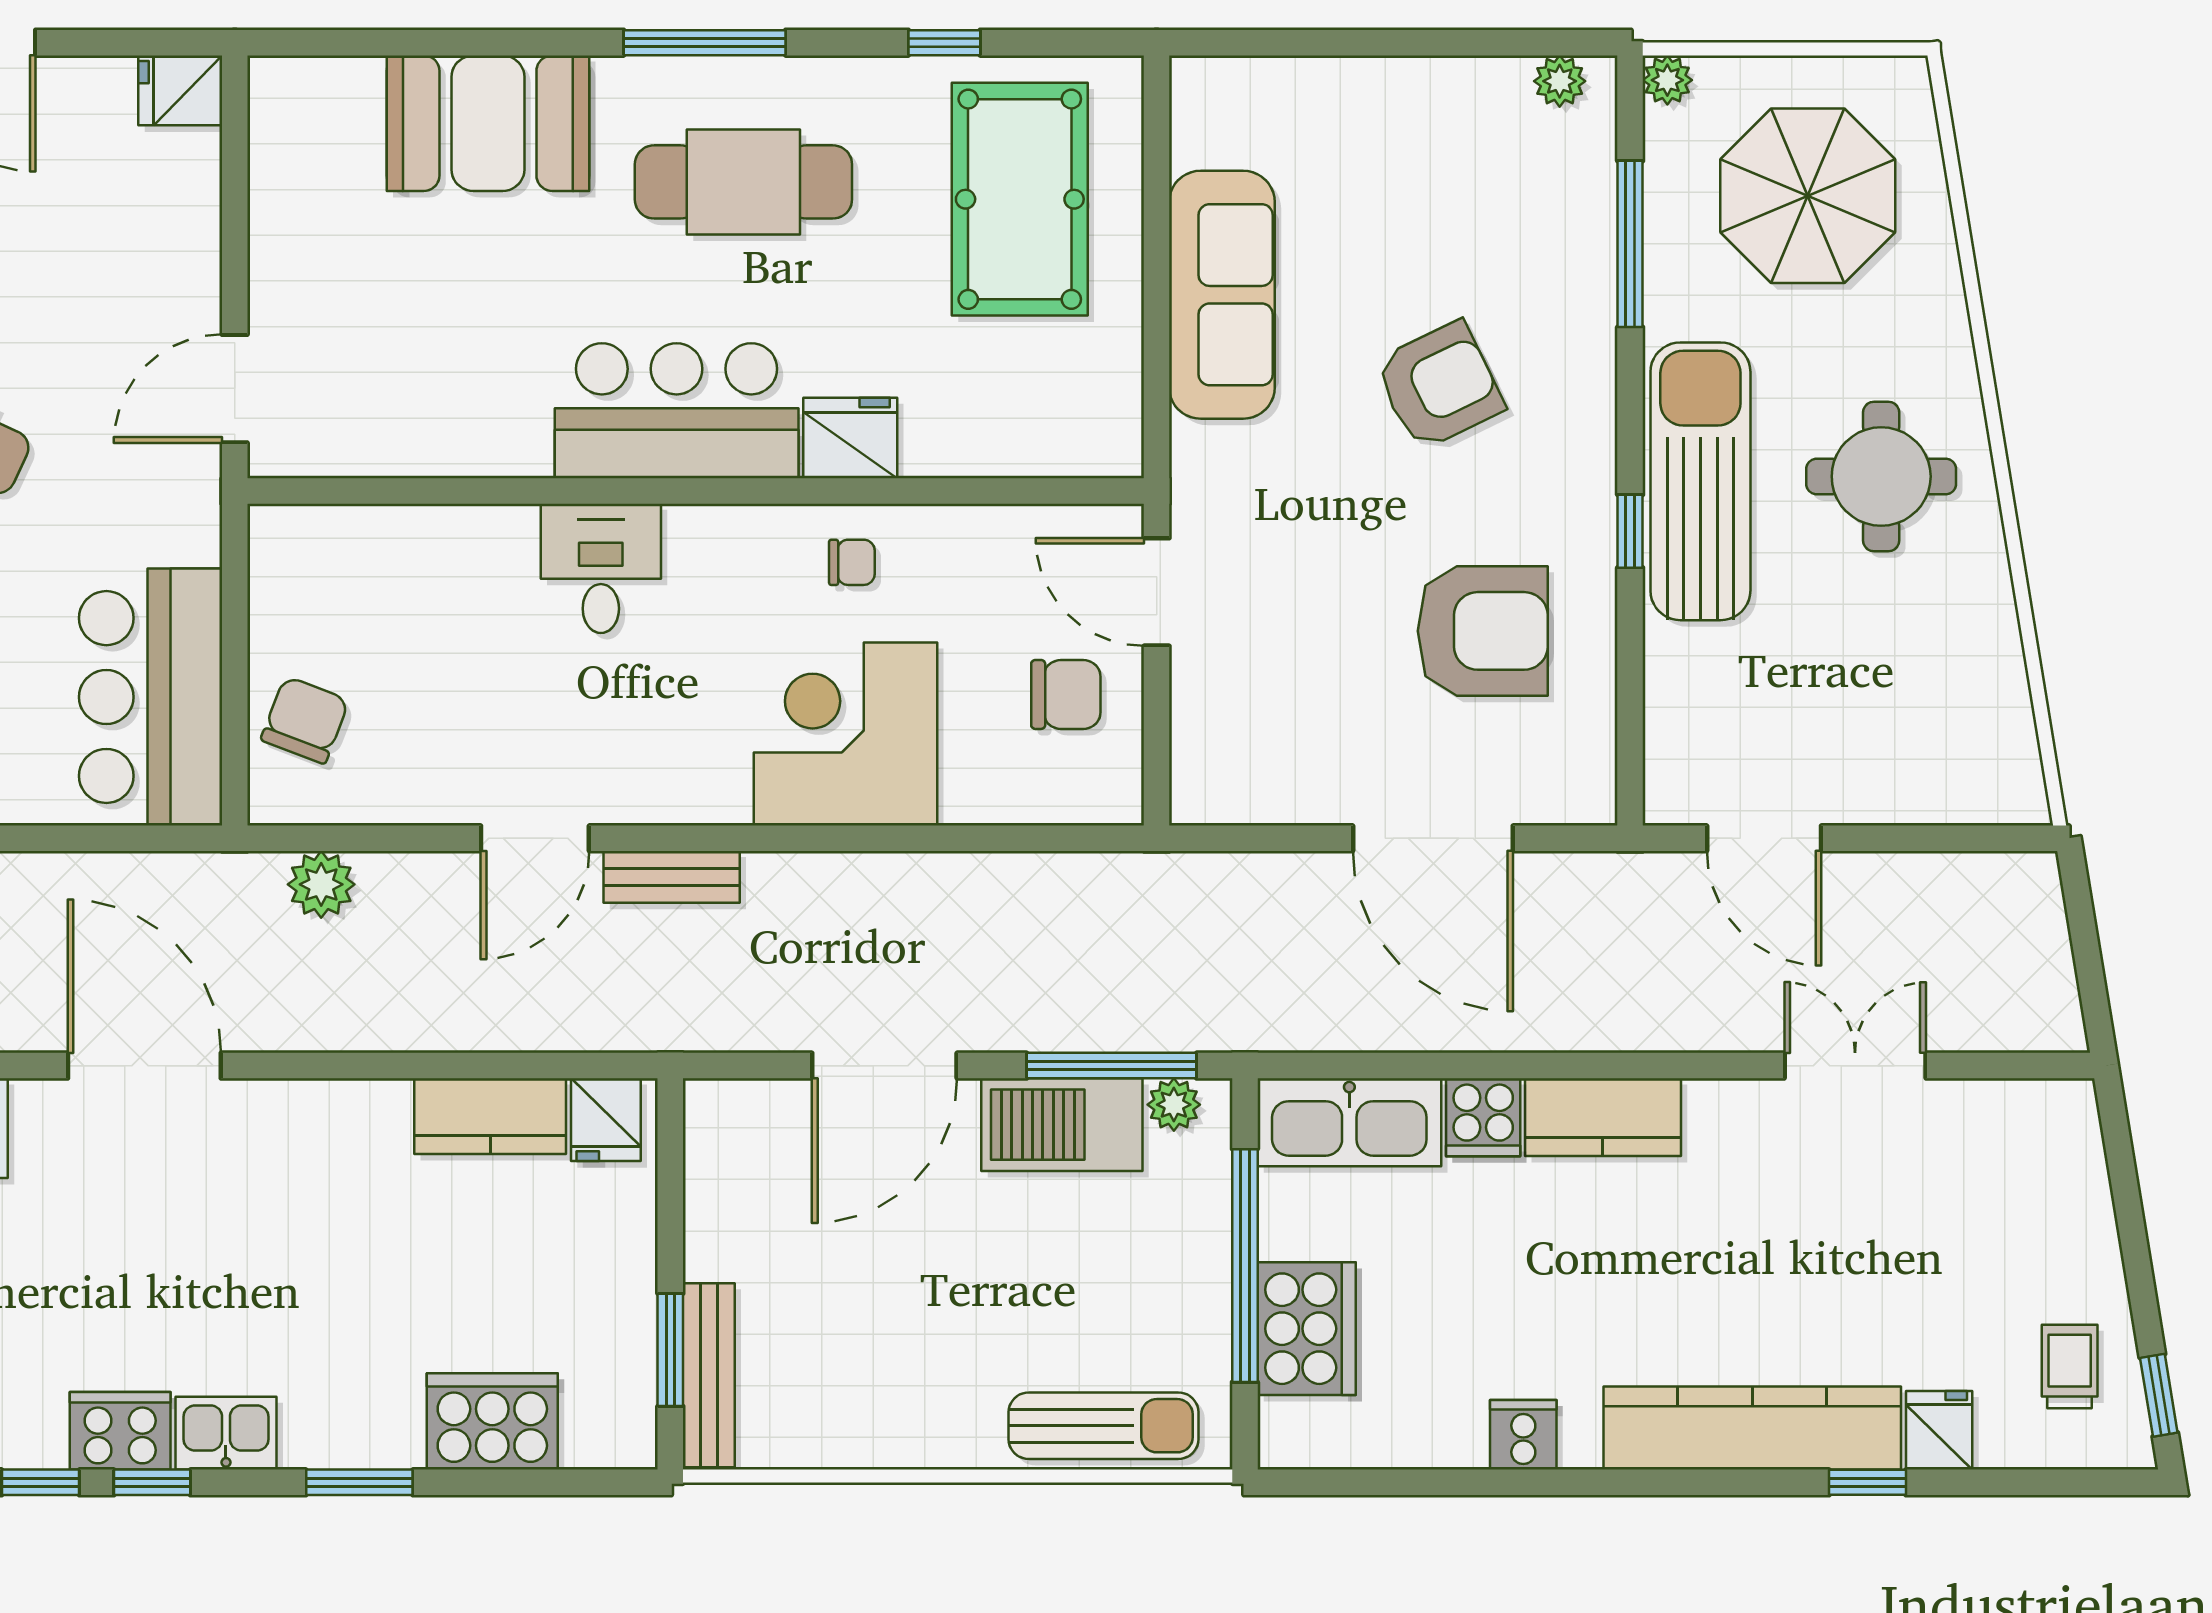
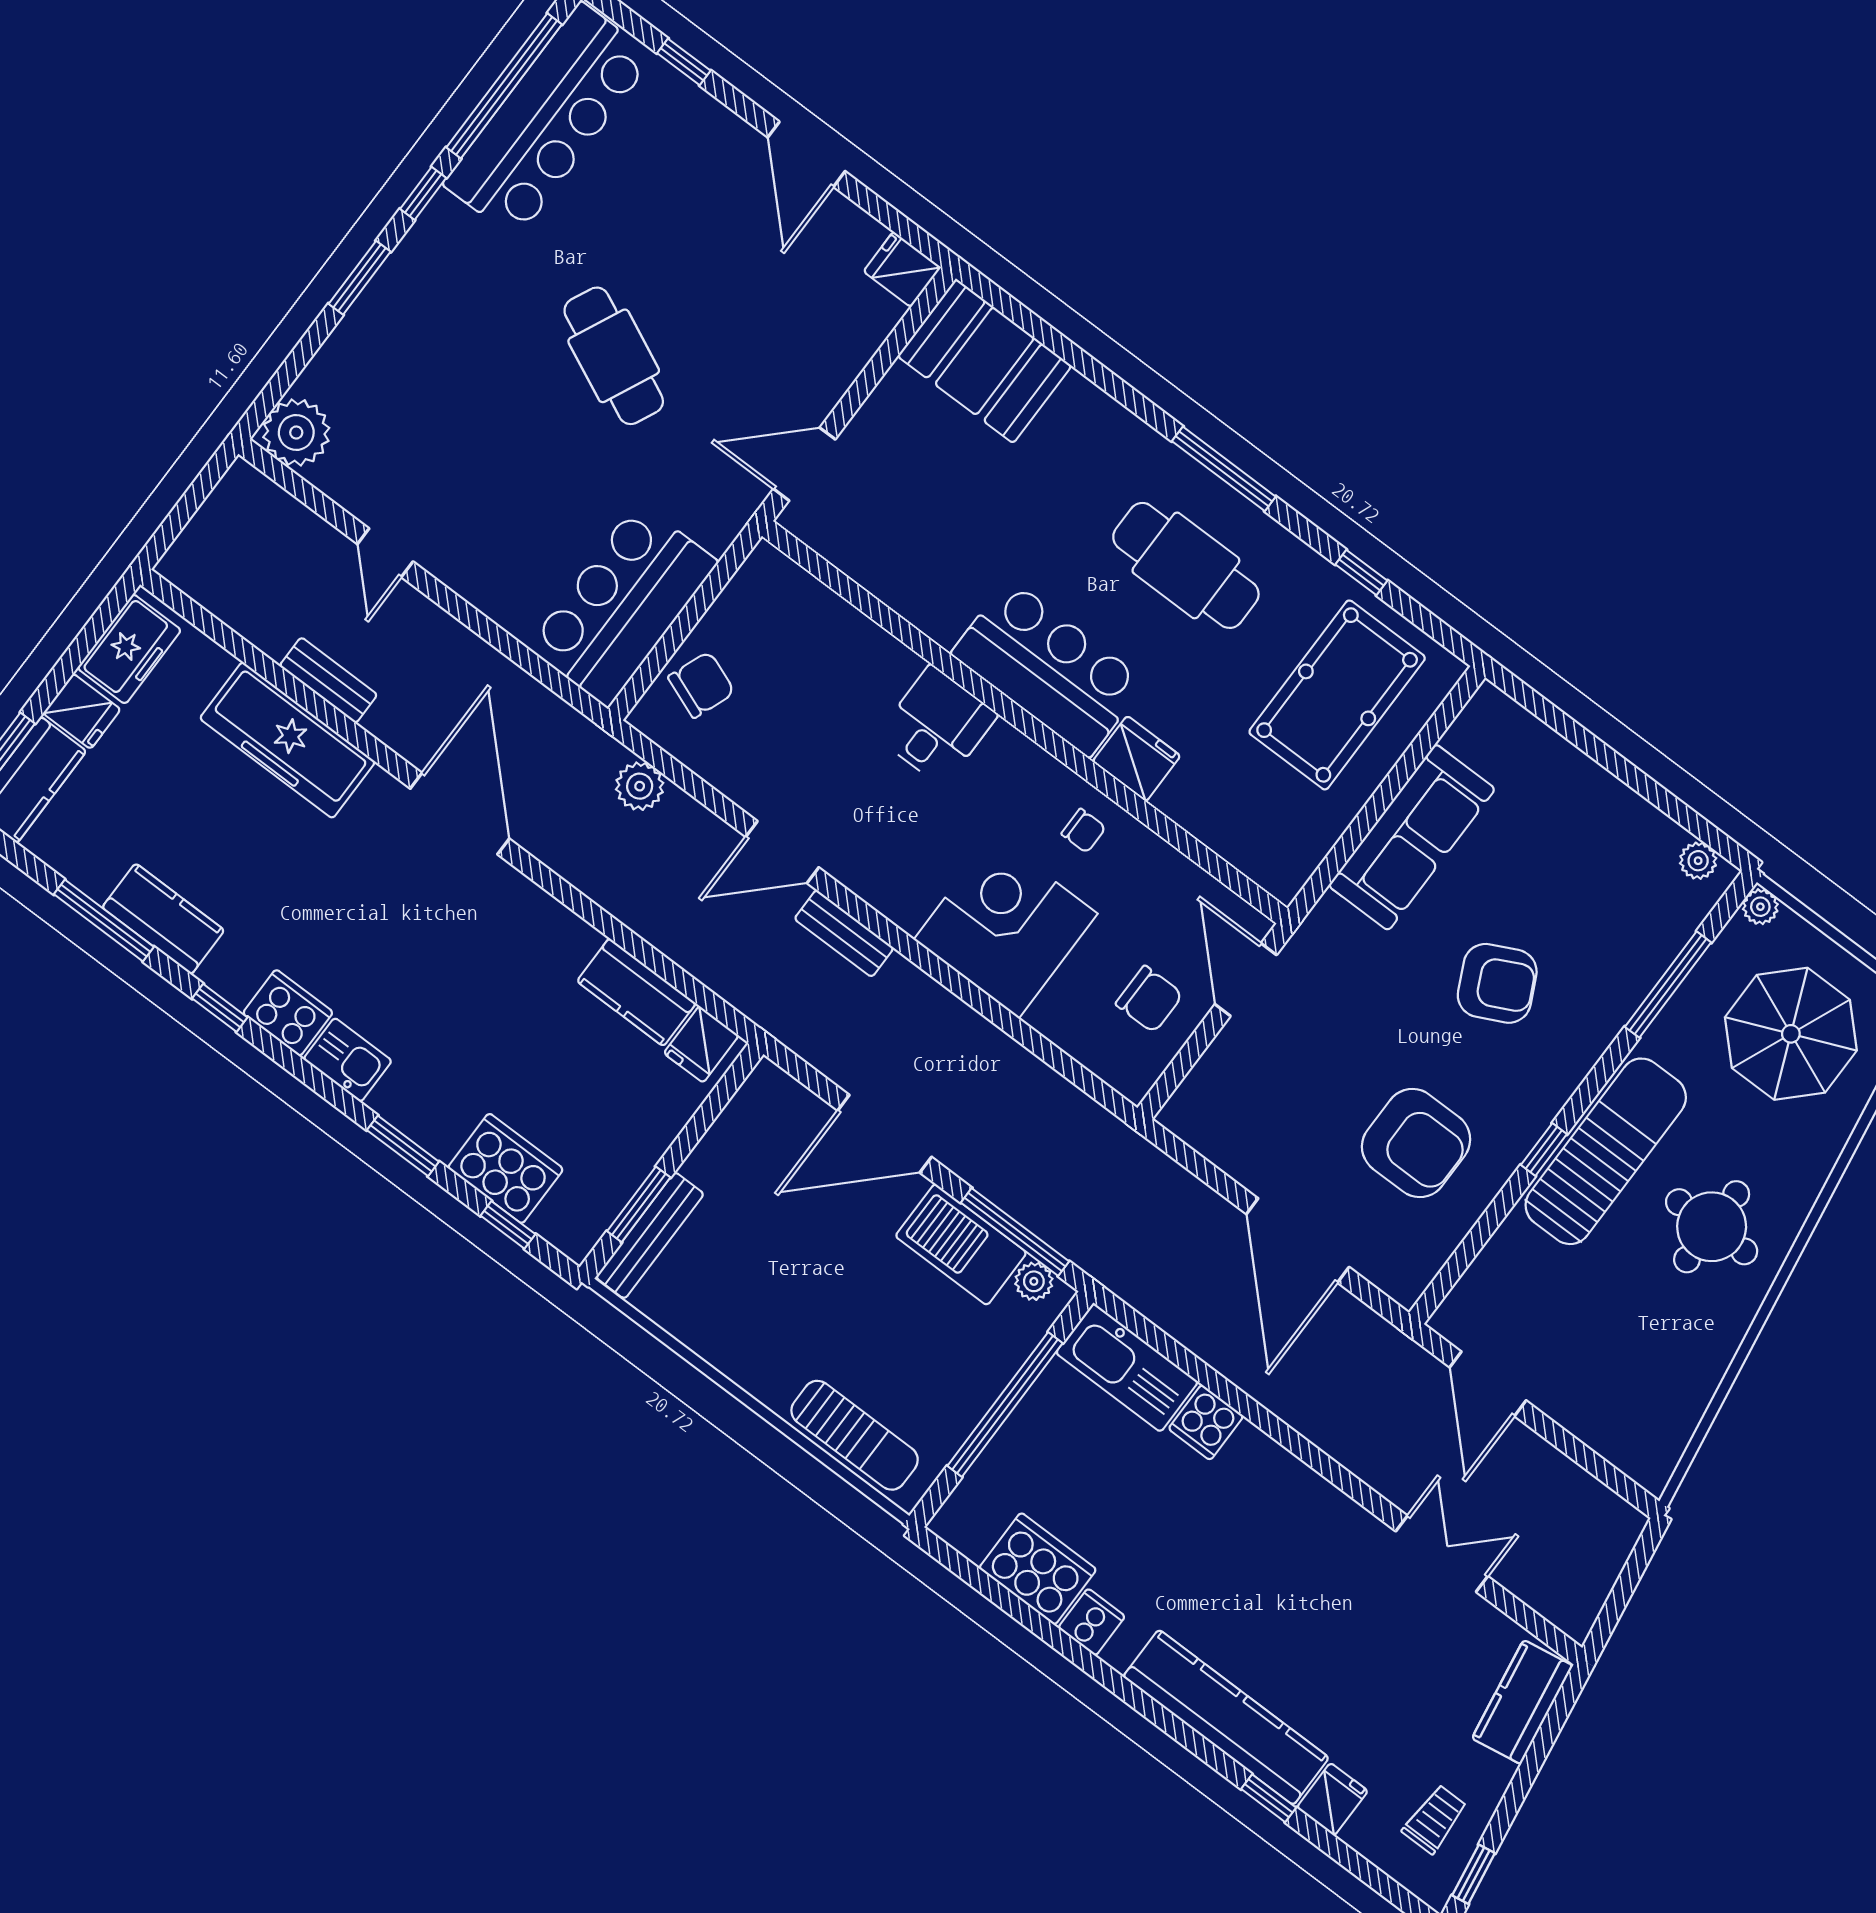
booth: (488, 123) -> (985, 361), moved
kitchen counter: (1603, 1117) -> (1522, 1702), moved, turned 81
cooker: (1307, 1329) -> (1038, 1569), moved, turned -90
window: (152, 1482) -> (508, 1225), moved

